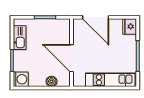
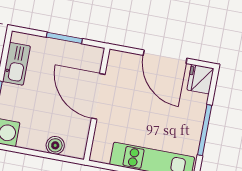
door: (96, 17) -> (165, 57), moved
door: (71, 58) -> (98, 96), moved

